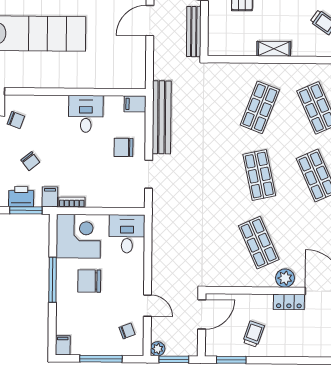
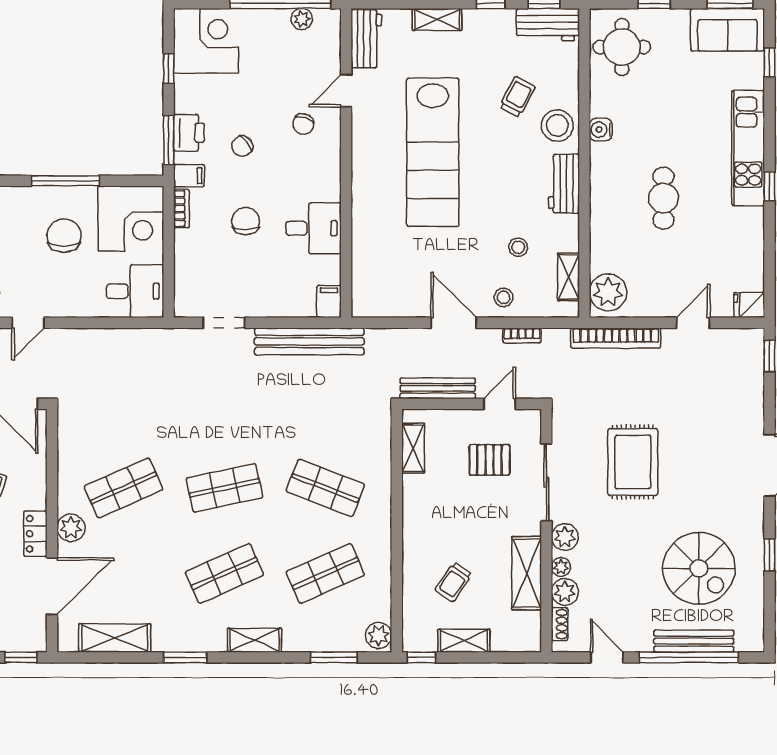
shelving: (274, 49) -> (413, 448), moved
chair: (124, 147) -> (246, 221), moved

